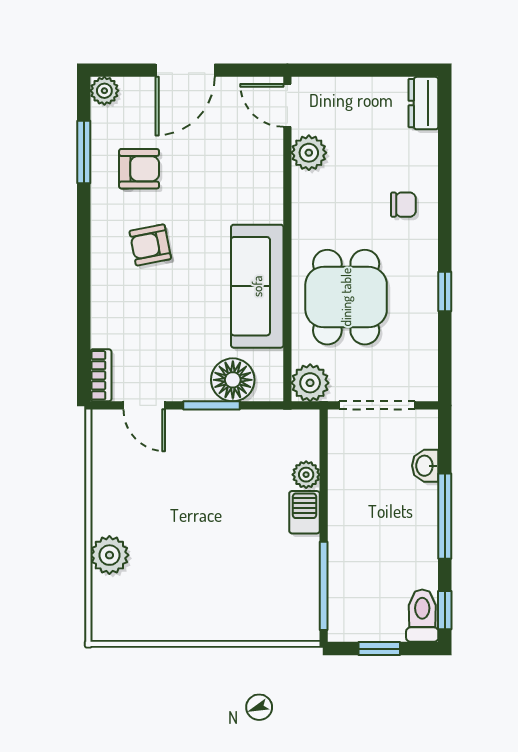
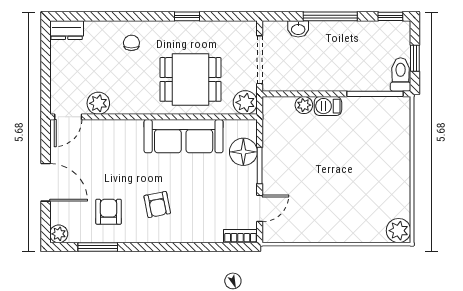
plant: (109, 555) -> (399, 231), moved
toilet: (422, 616) -> (401, 74), moved, turned 90

